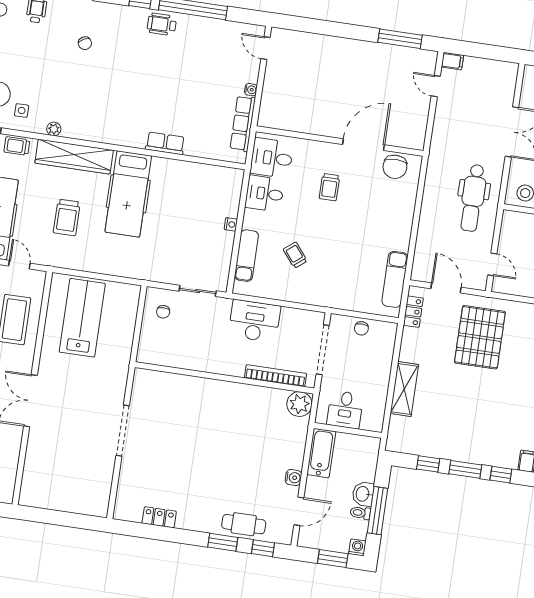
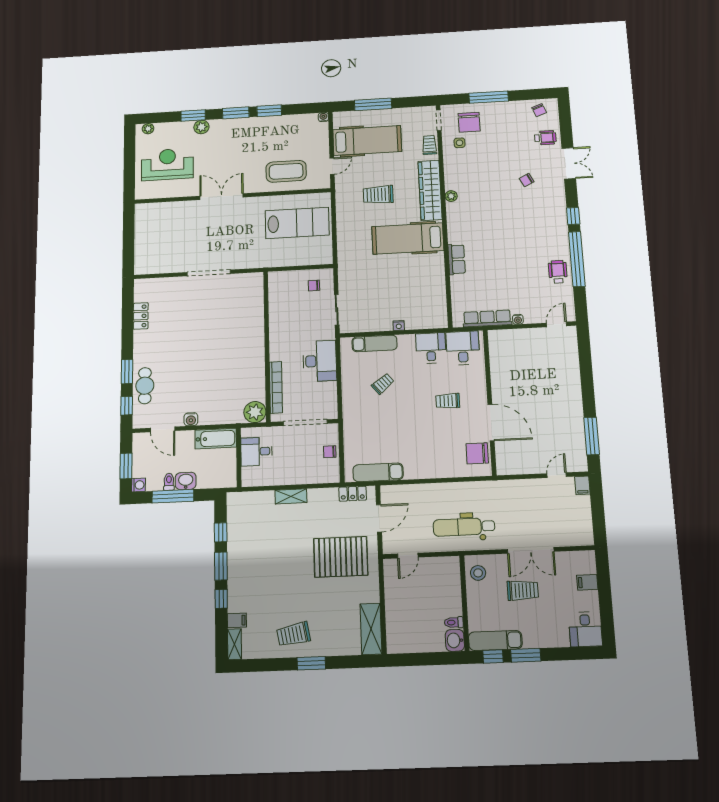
wheelchair: (162, 24) -> (558, 272), moved
plant: (54, 129) -> (451, 196), moved
shelving: (404, 389) -> (291, 496), width x0.67, depth x0.75

